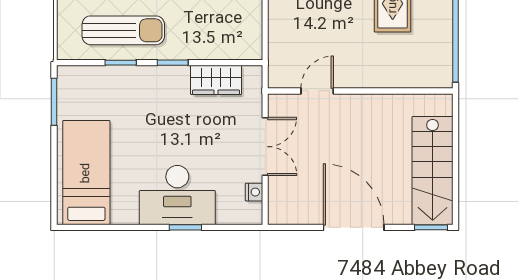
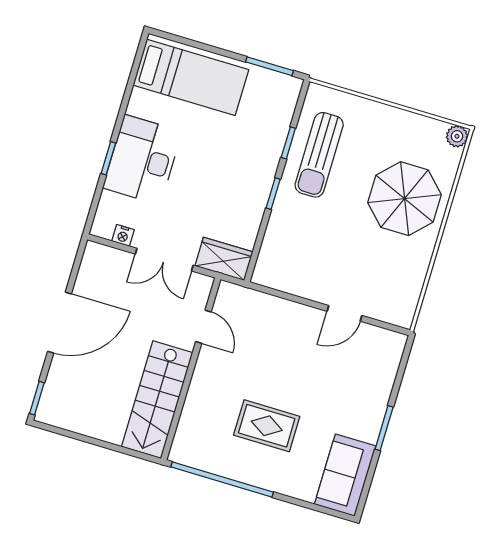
wardrobe: (216, 80) -> (224, 259), moved, turned 90
stairs: (433, 171) -> (157, 400), moved, turned -90

